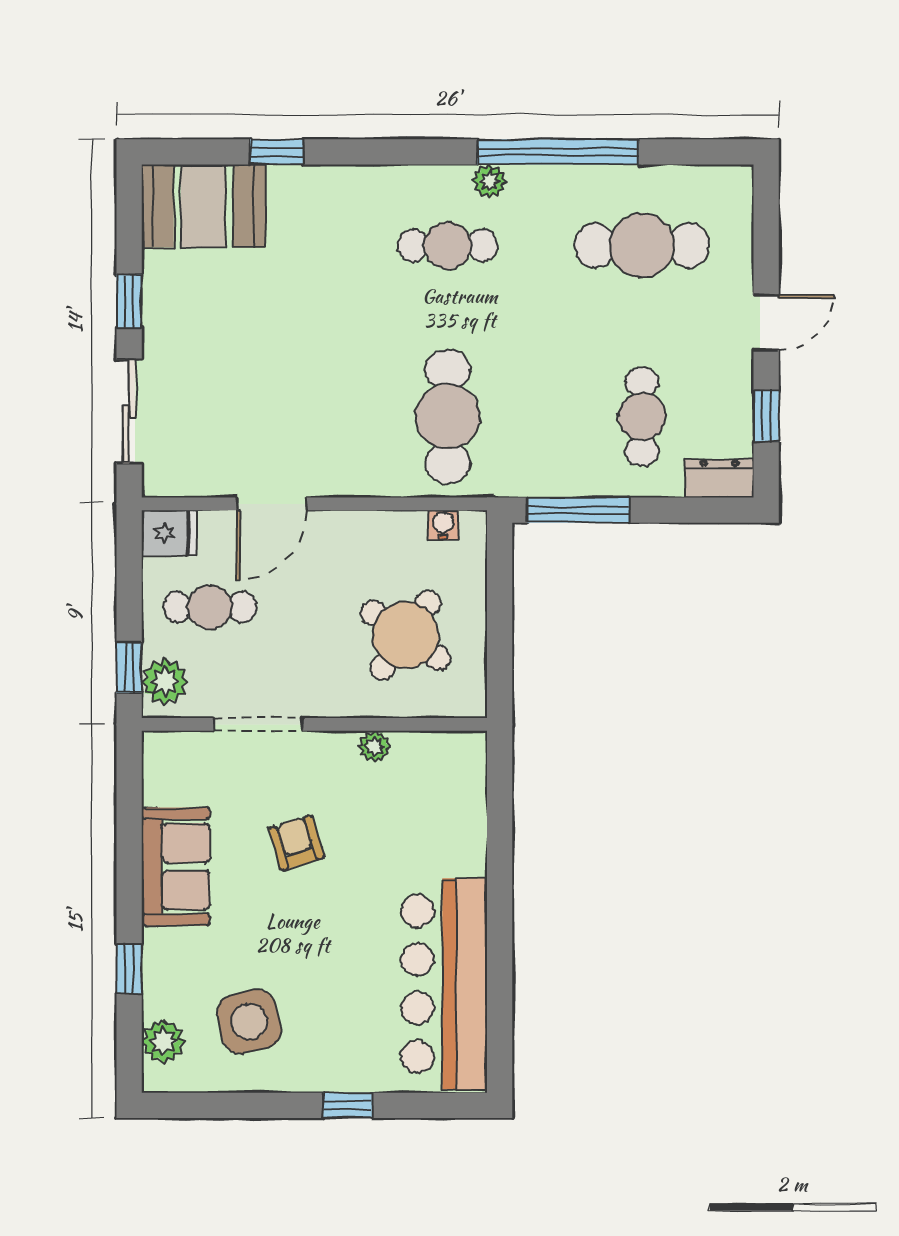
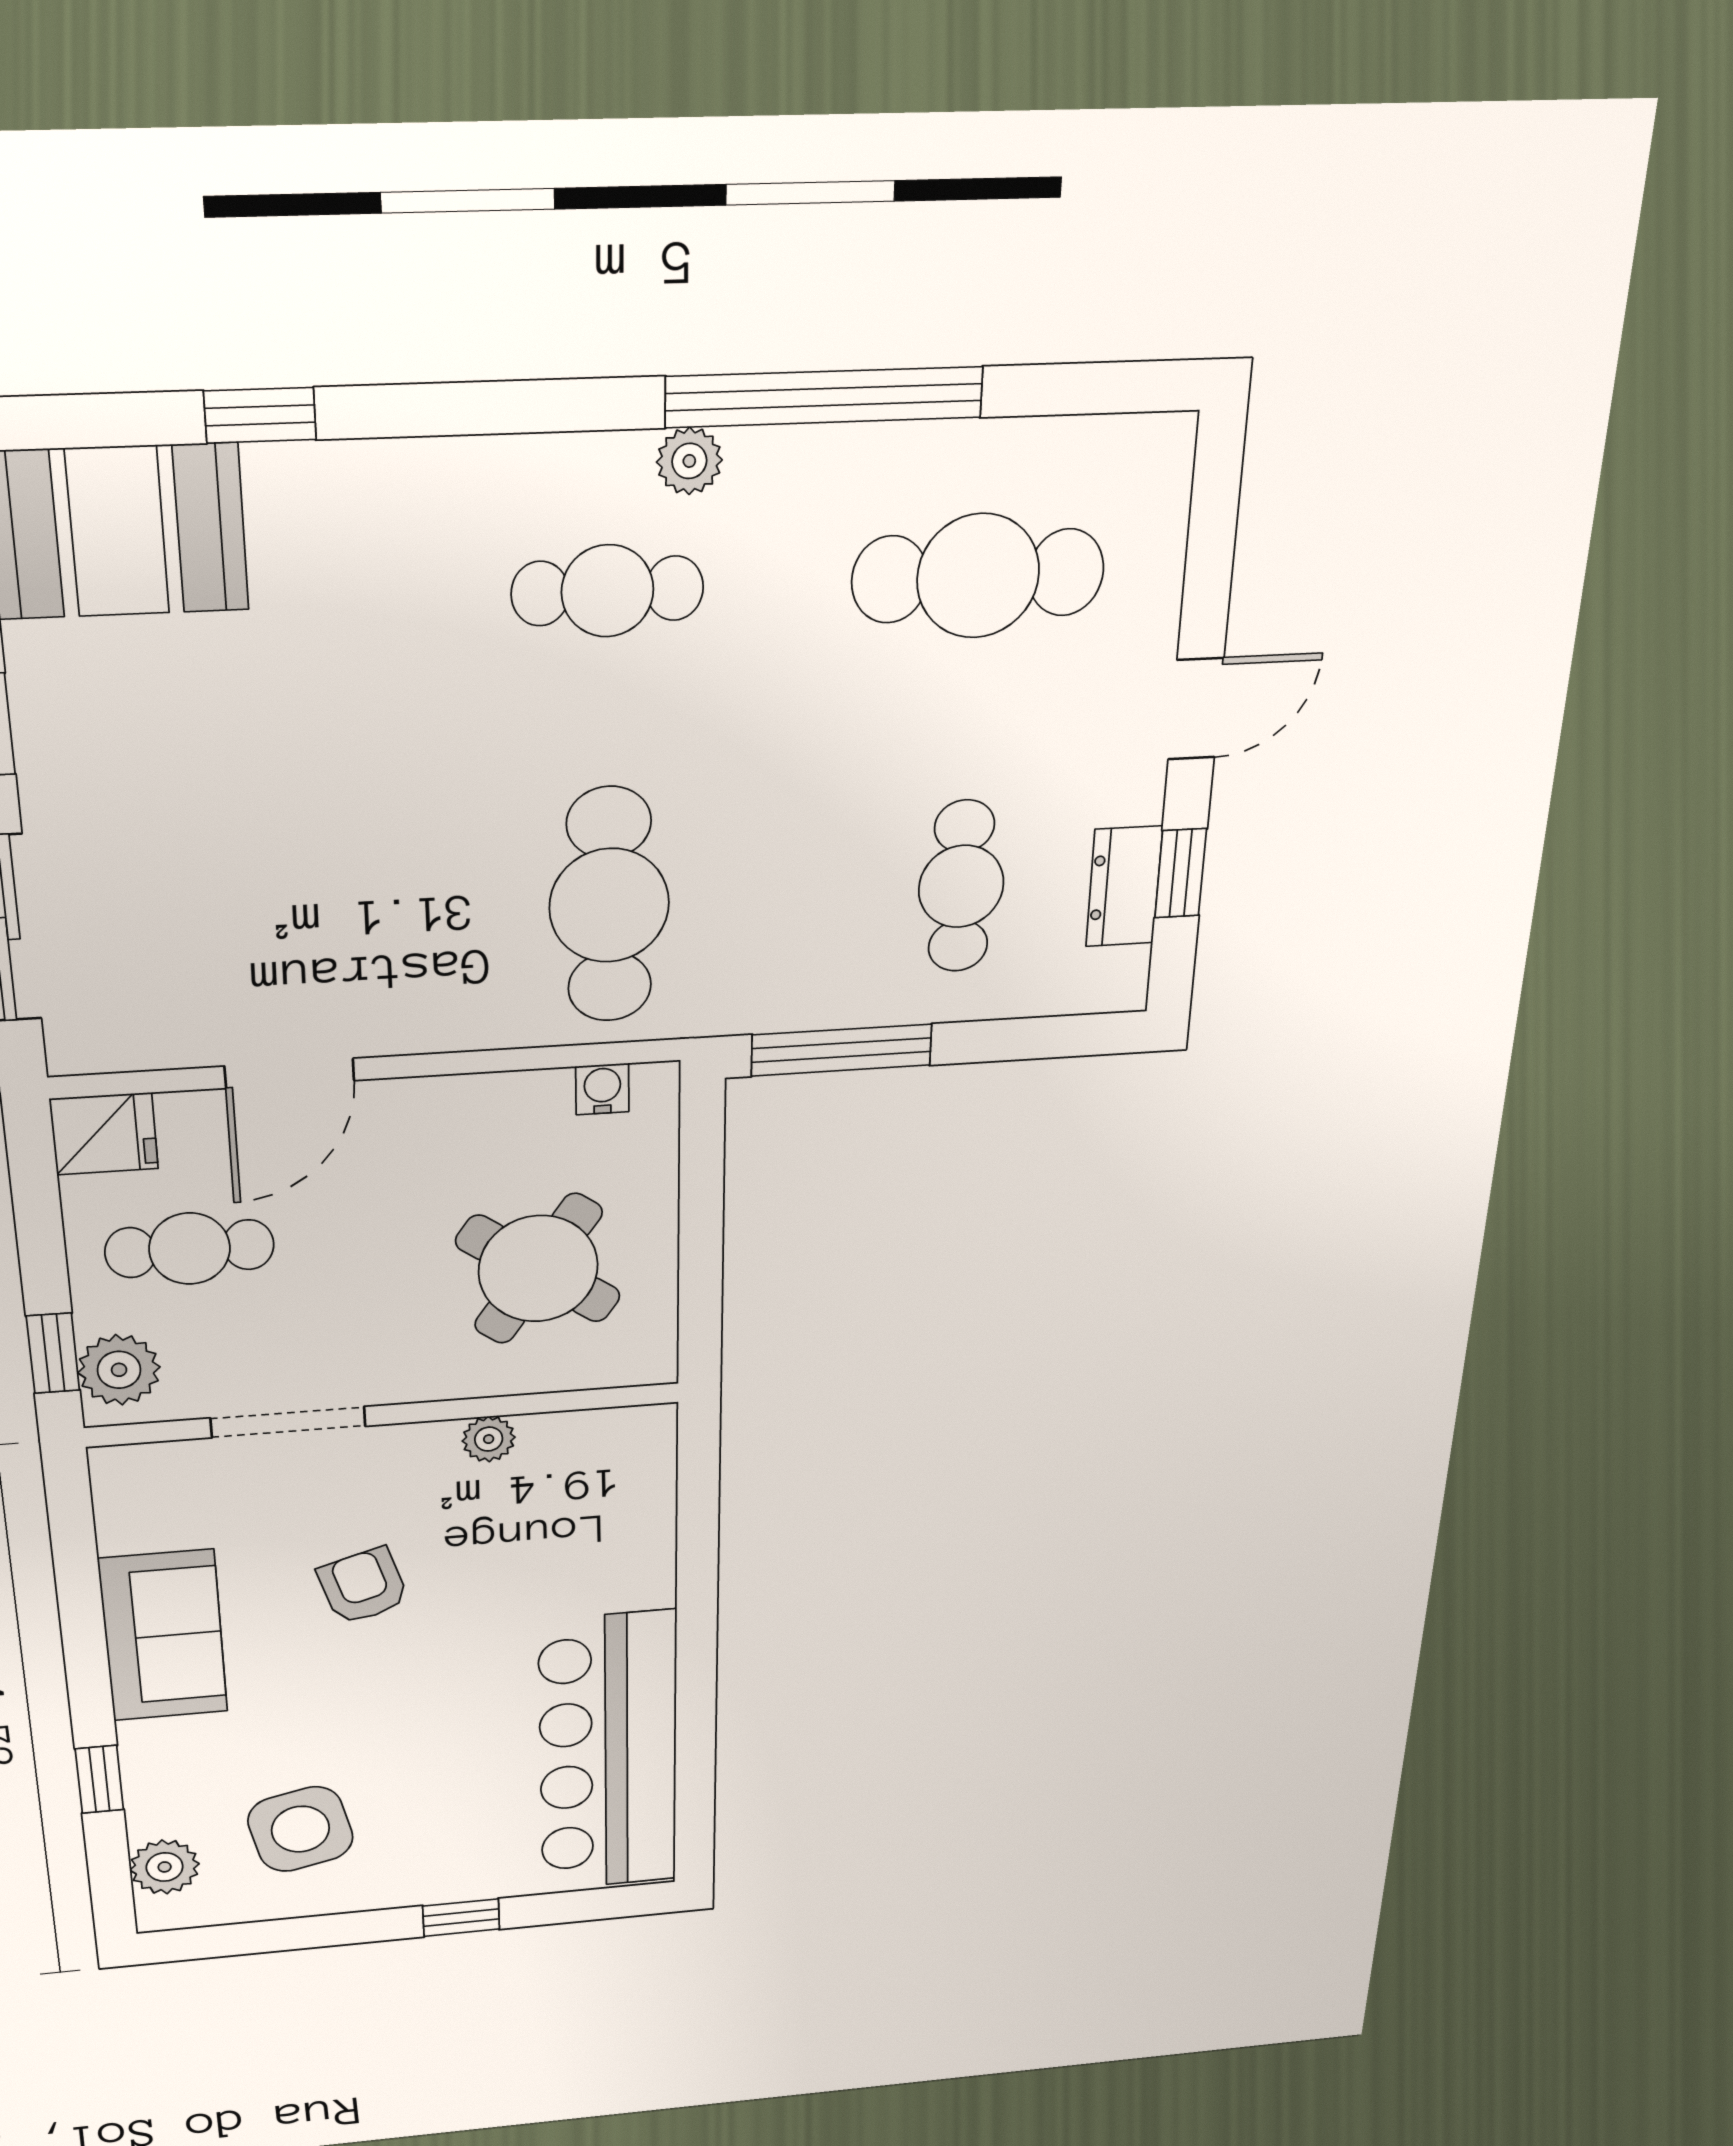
dresser: (719, 478) -> (1124, 887), moved, turned -90

